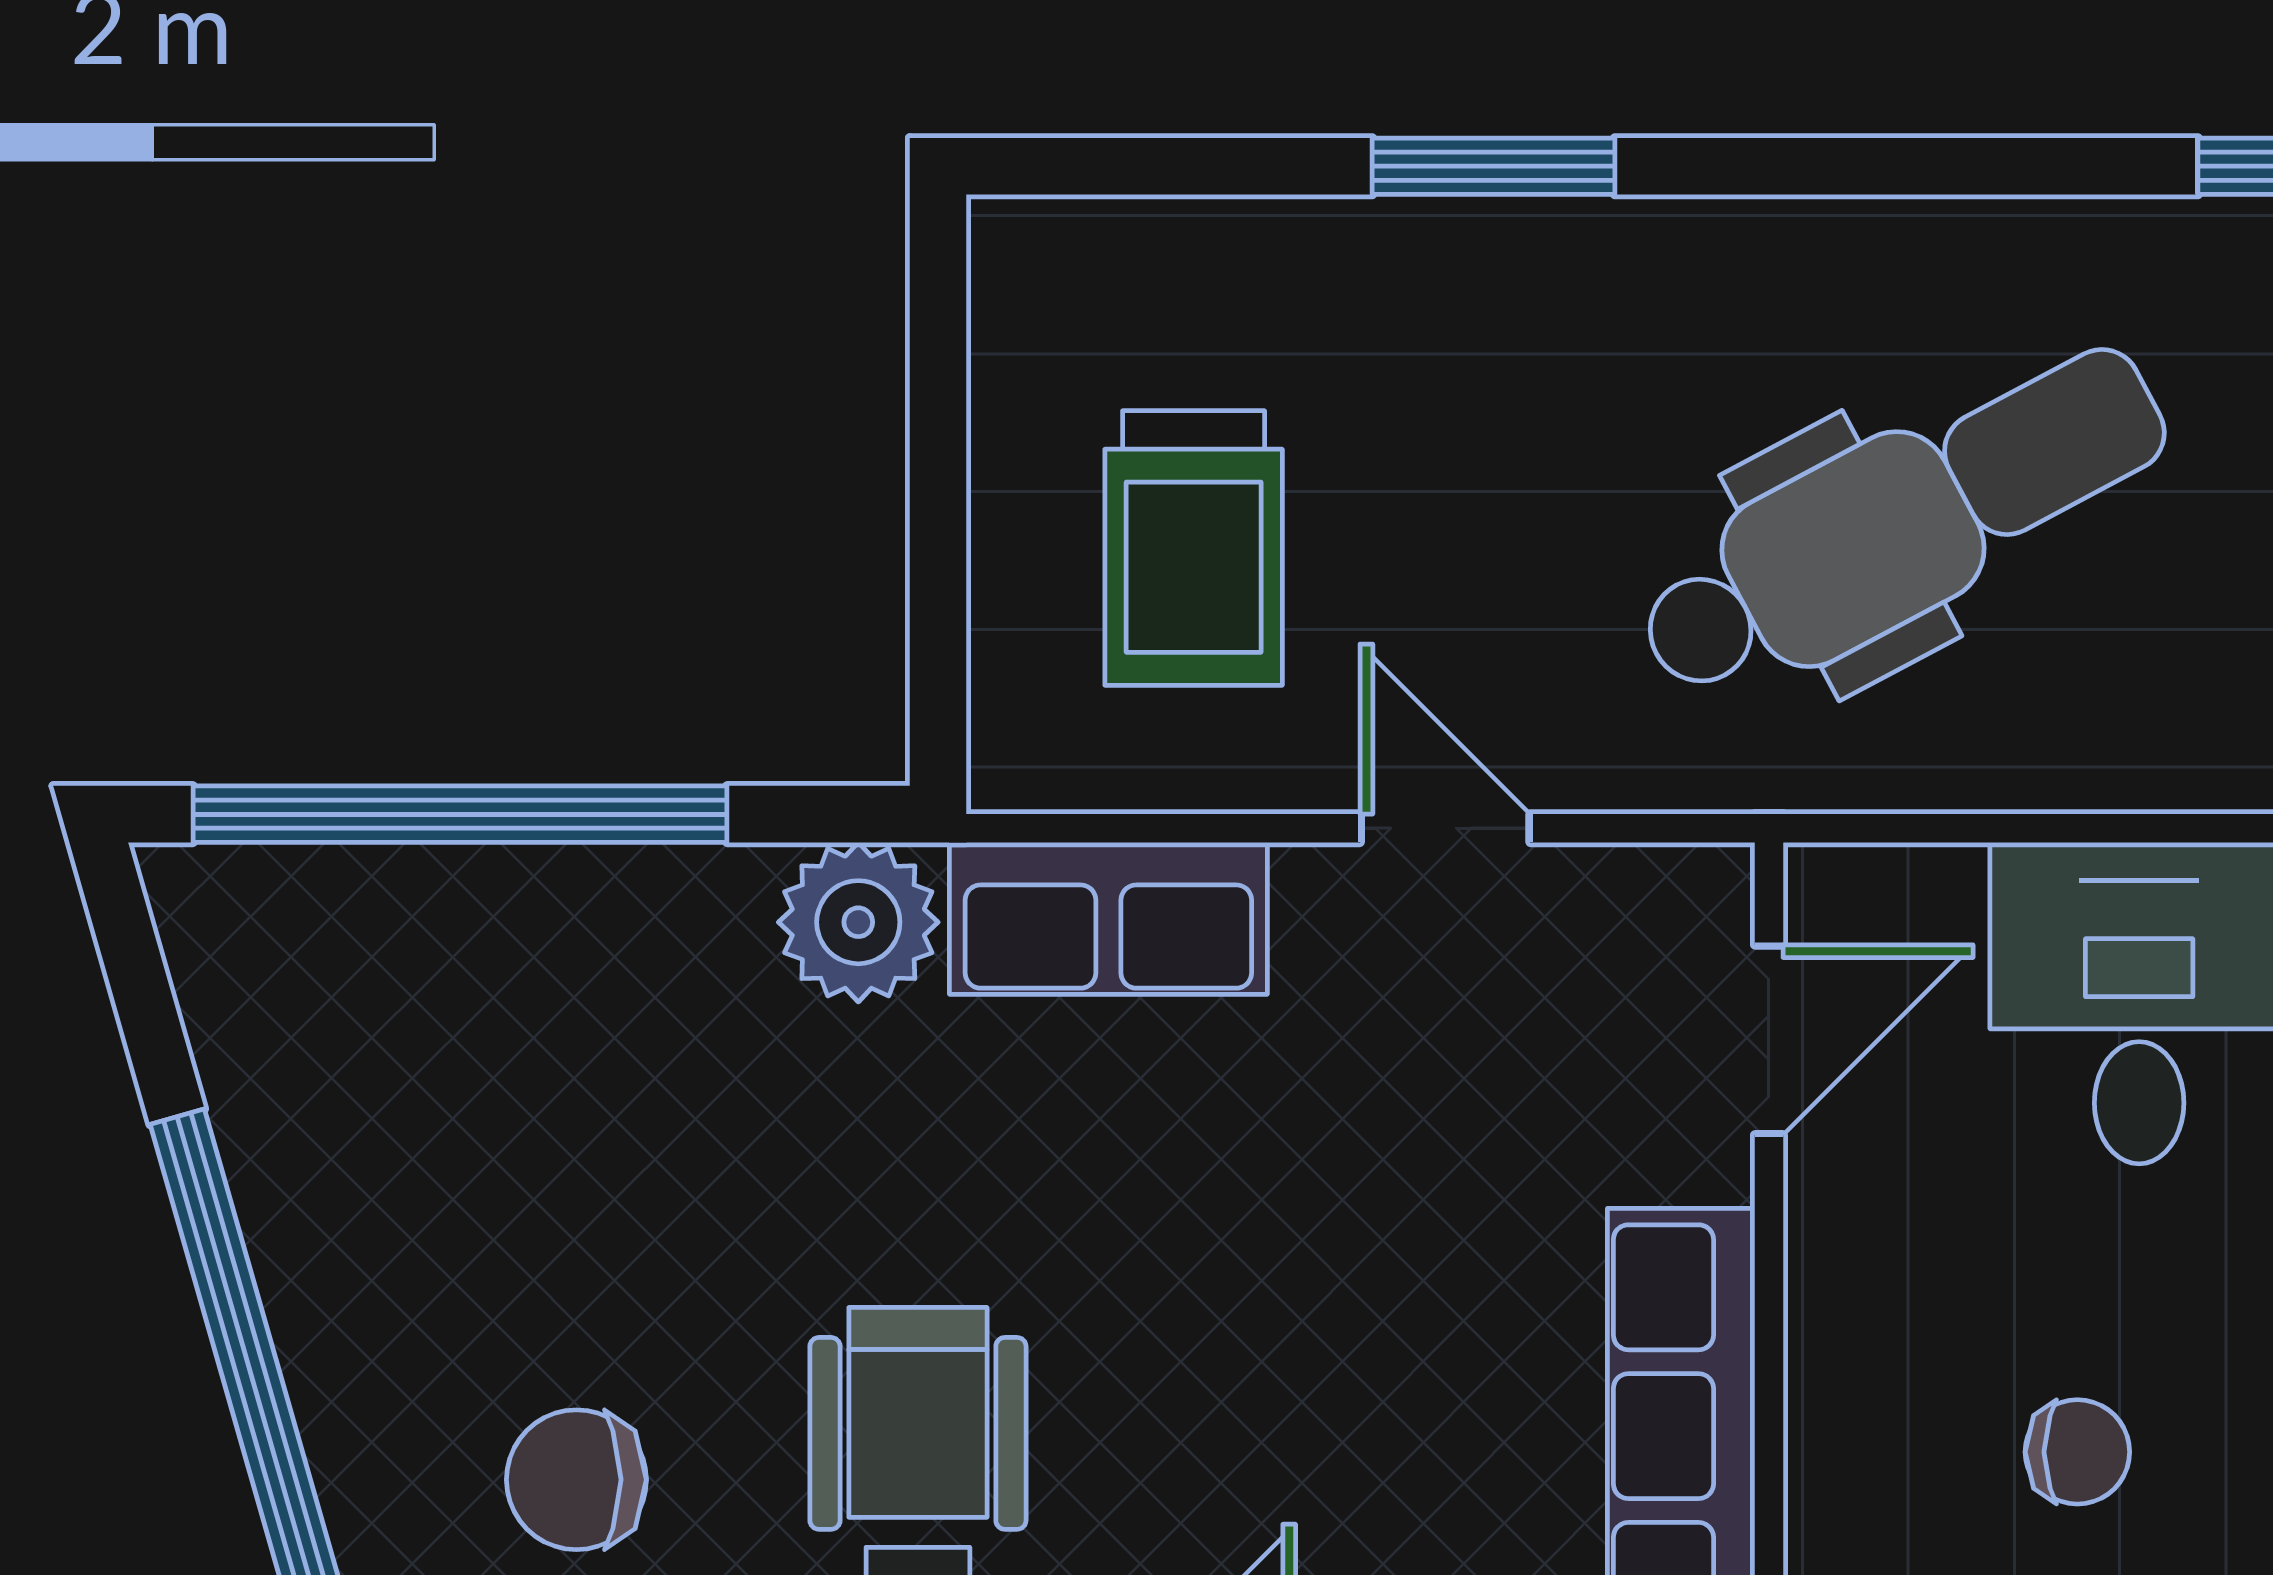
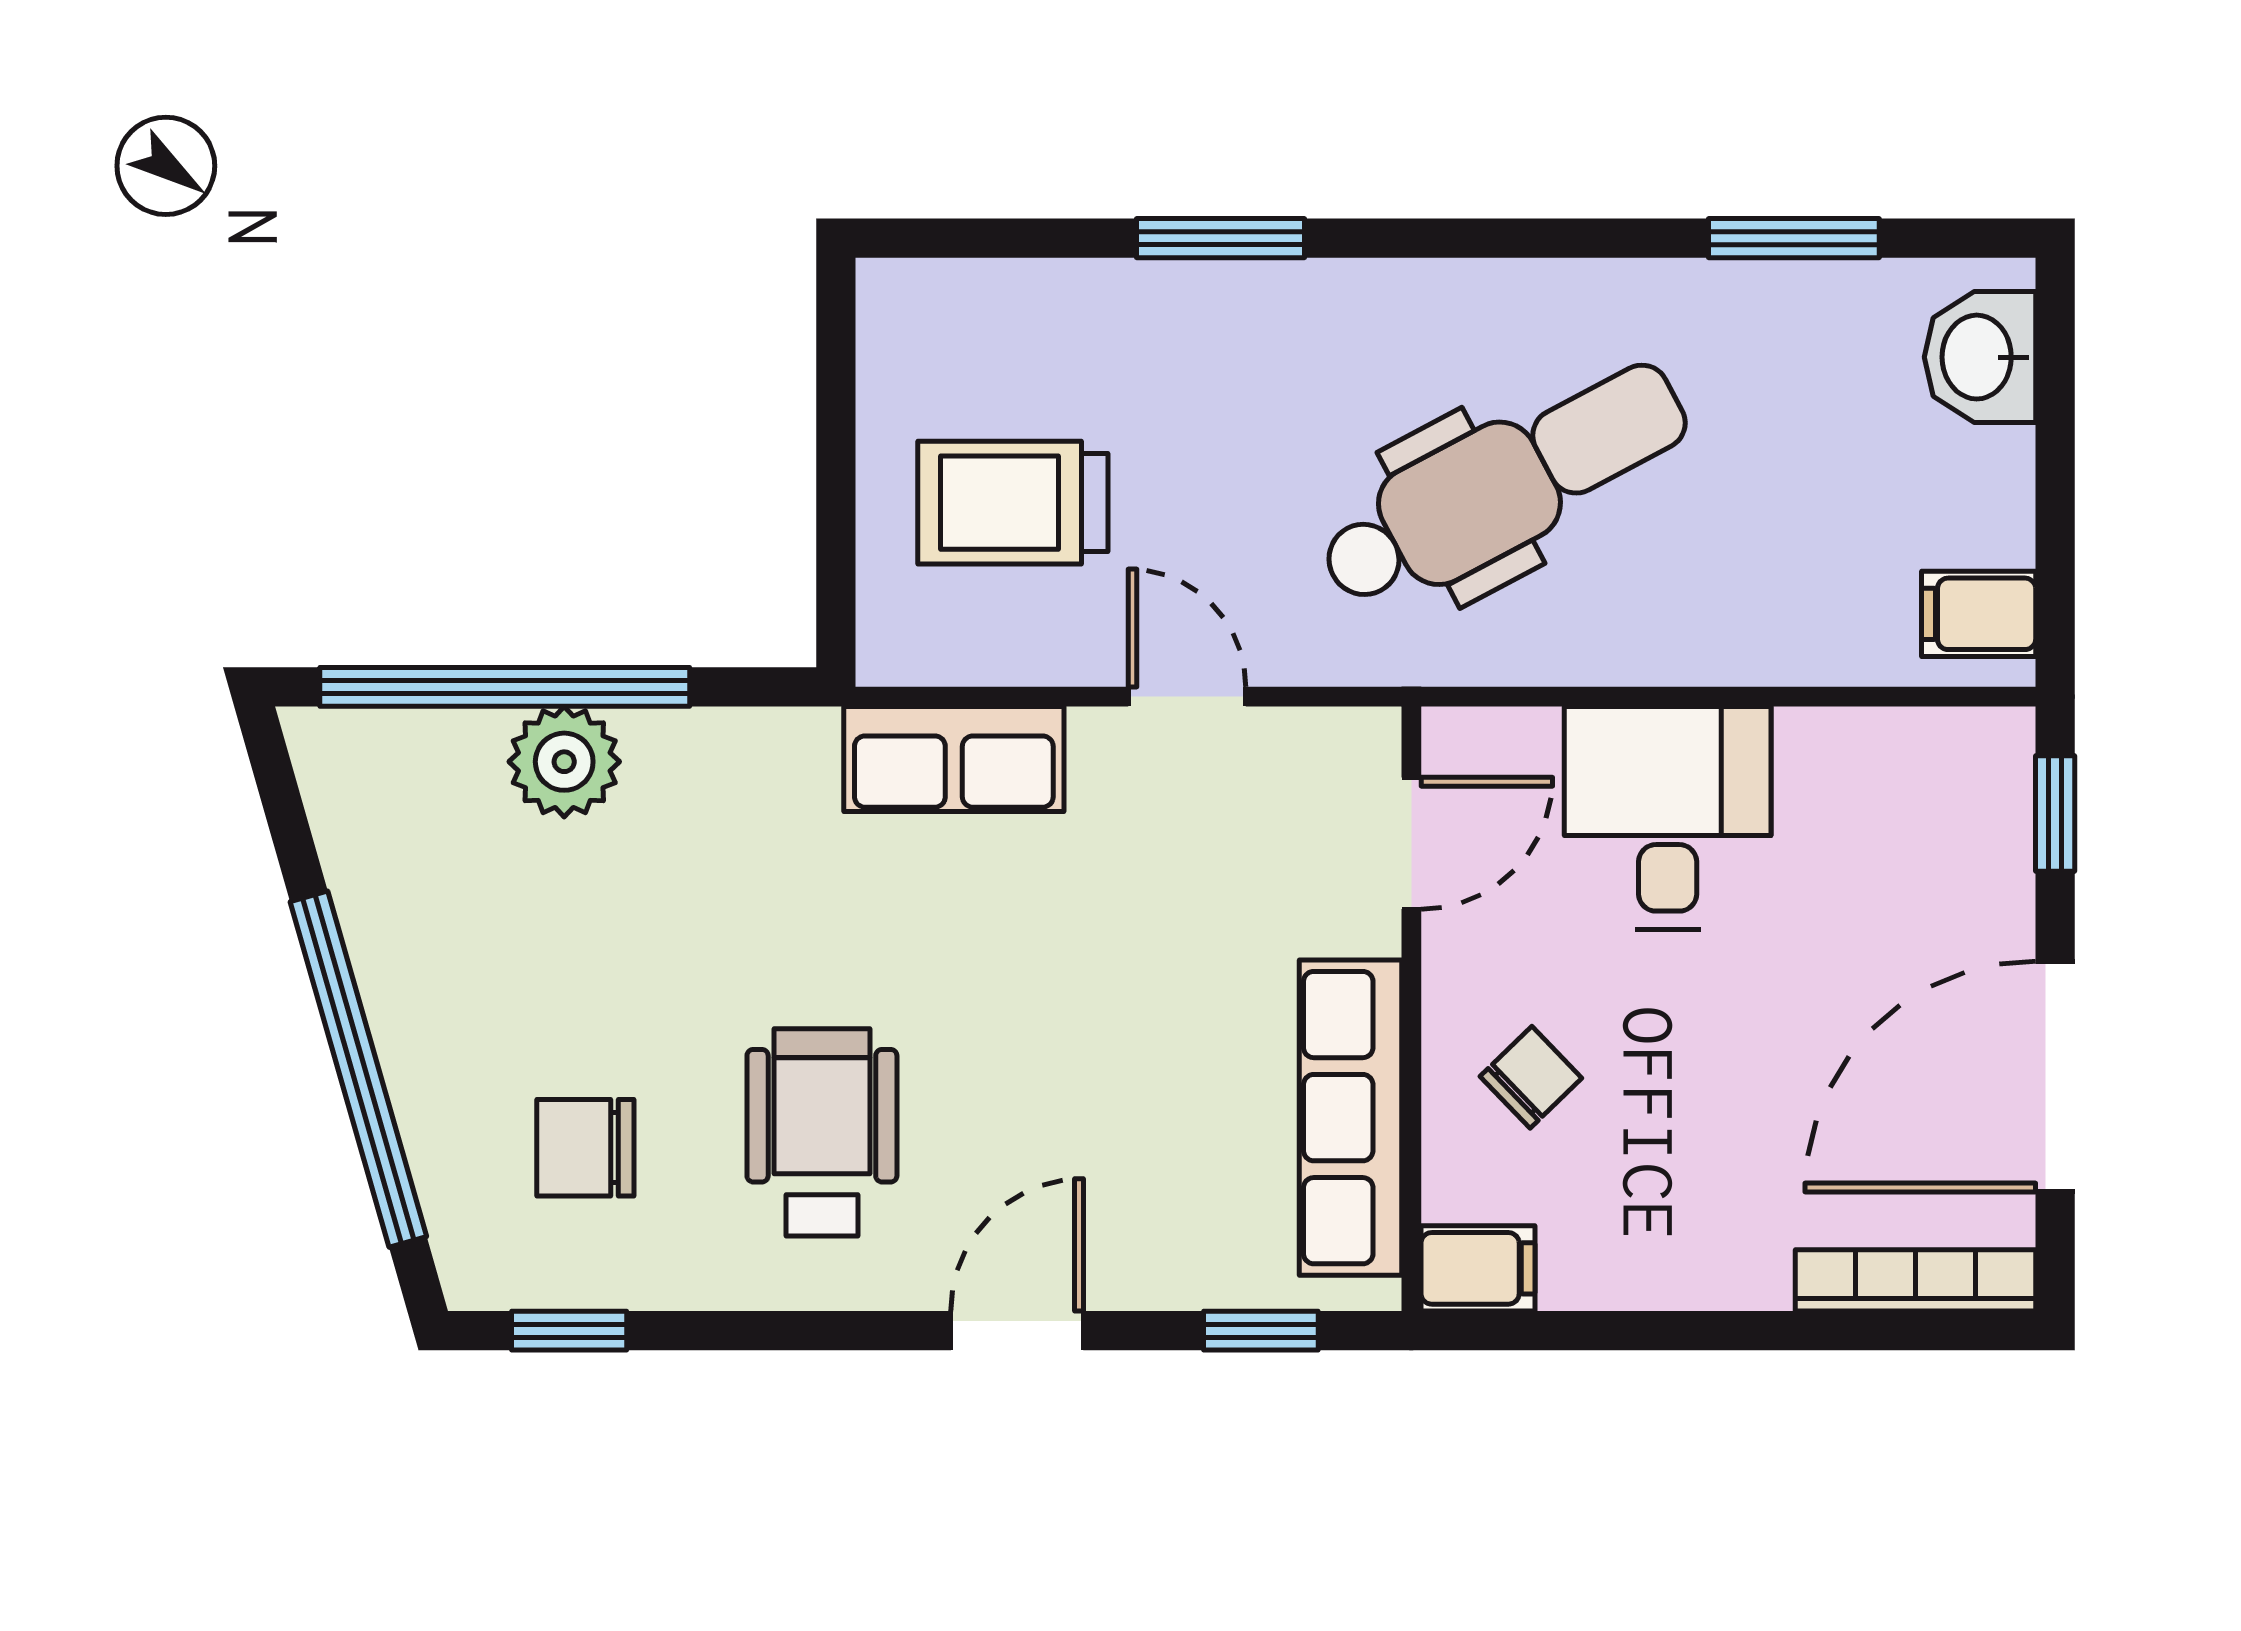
trolley: (1194, 548) -> (1013, 503), turned 90
plant: (858, 922) -> (564, 762), moved
chair: (2077, 1452) -> (1531, 1077), moved, turned -44

